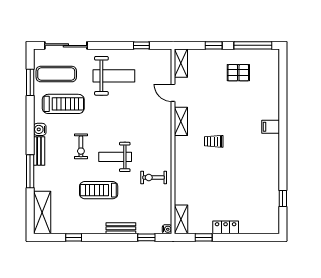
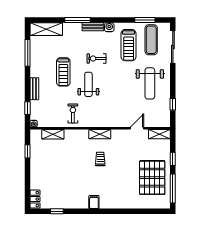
pallet: (238, 73) -> (152, 178), width x2.05, depth x2.00
shelving: (181, 121) -> (100, 134), moved
filing cabinet: (271, 127) -> (94, 202), moved
treadmill: (99, 190) -> (63, 72), turned 180
shelving: (181, 219) -> (53, 134), moved
locker: (226, 227) -> (35, 199), moved
window: (74, 237) -> (28, 53), width x2.17

